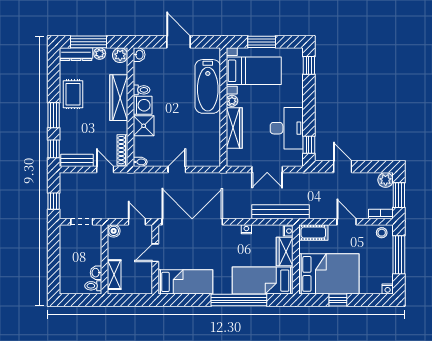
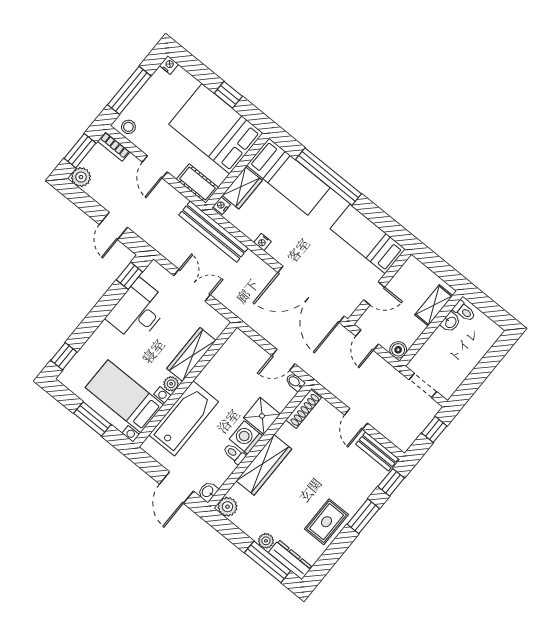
plant: (120, 55) -> (227, 507), moved
washbasin: (139, 55) -> (208, 492), moved
toilet: (142, 90) -> (234, 454), moved
wardrobe: (119, 98) -> (264, 465), moved
washing machine: (143, 105) -> (246, 437), moved
wall: (131, 107) -> (260, 446), moved
shower: (144, 126) -> (262, 416), moved
shoe rack: (122, 150) -> (303, 409), moved
bidet: (140, 162) -> (295, 382), moved

